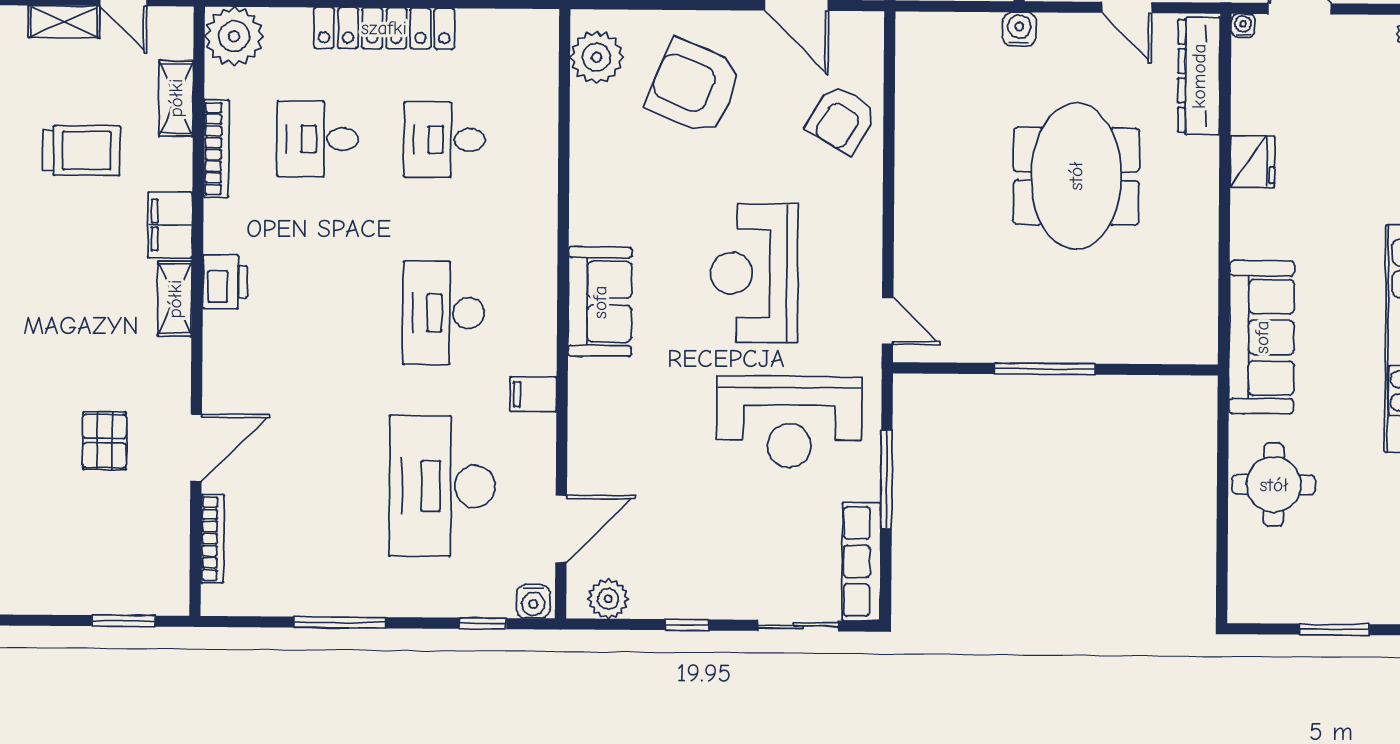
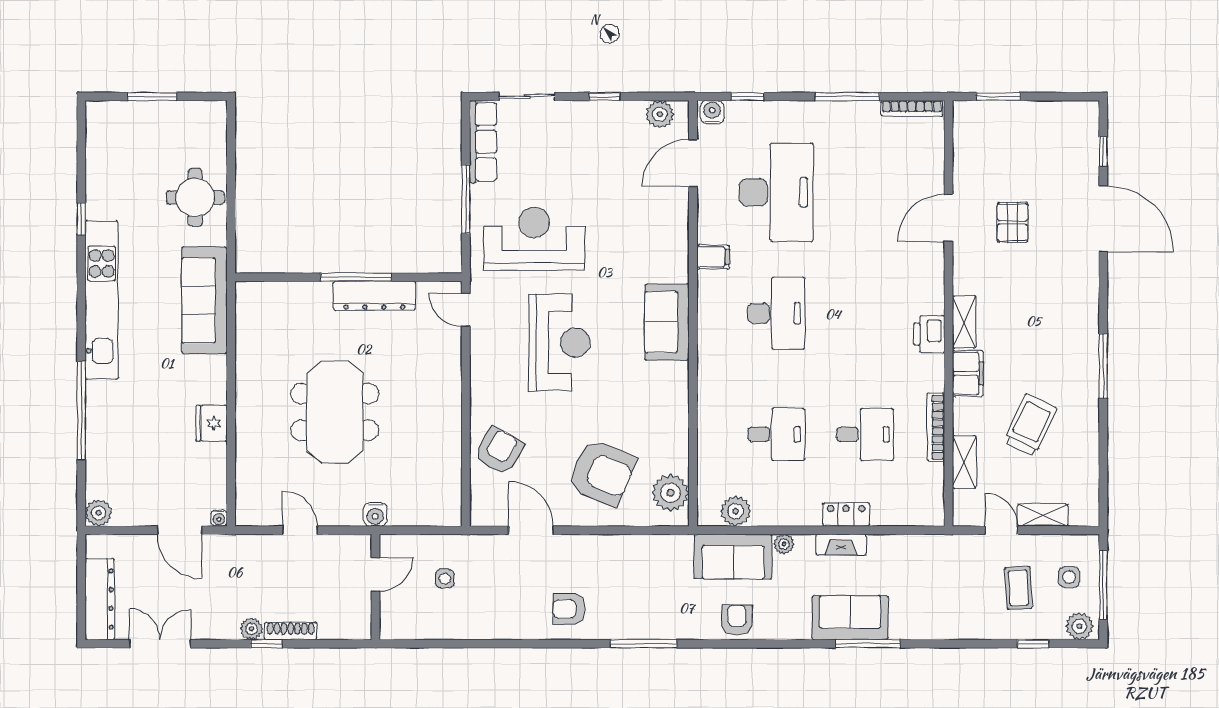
locker: (384, 28) -> (846, 514), width x0.46, depth x0.83
plant: (234, 36) -> (736, 511), moved, width x0.73, depth x0.73
dresser: (1199, 76) -> (374, 296), moved, turned 90
trolley: (81, 150) -> (1030, 425), turned 115
bookcase: (212, 539) -> (912, 108), moved, turned -90

